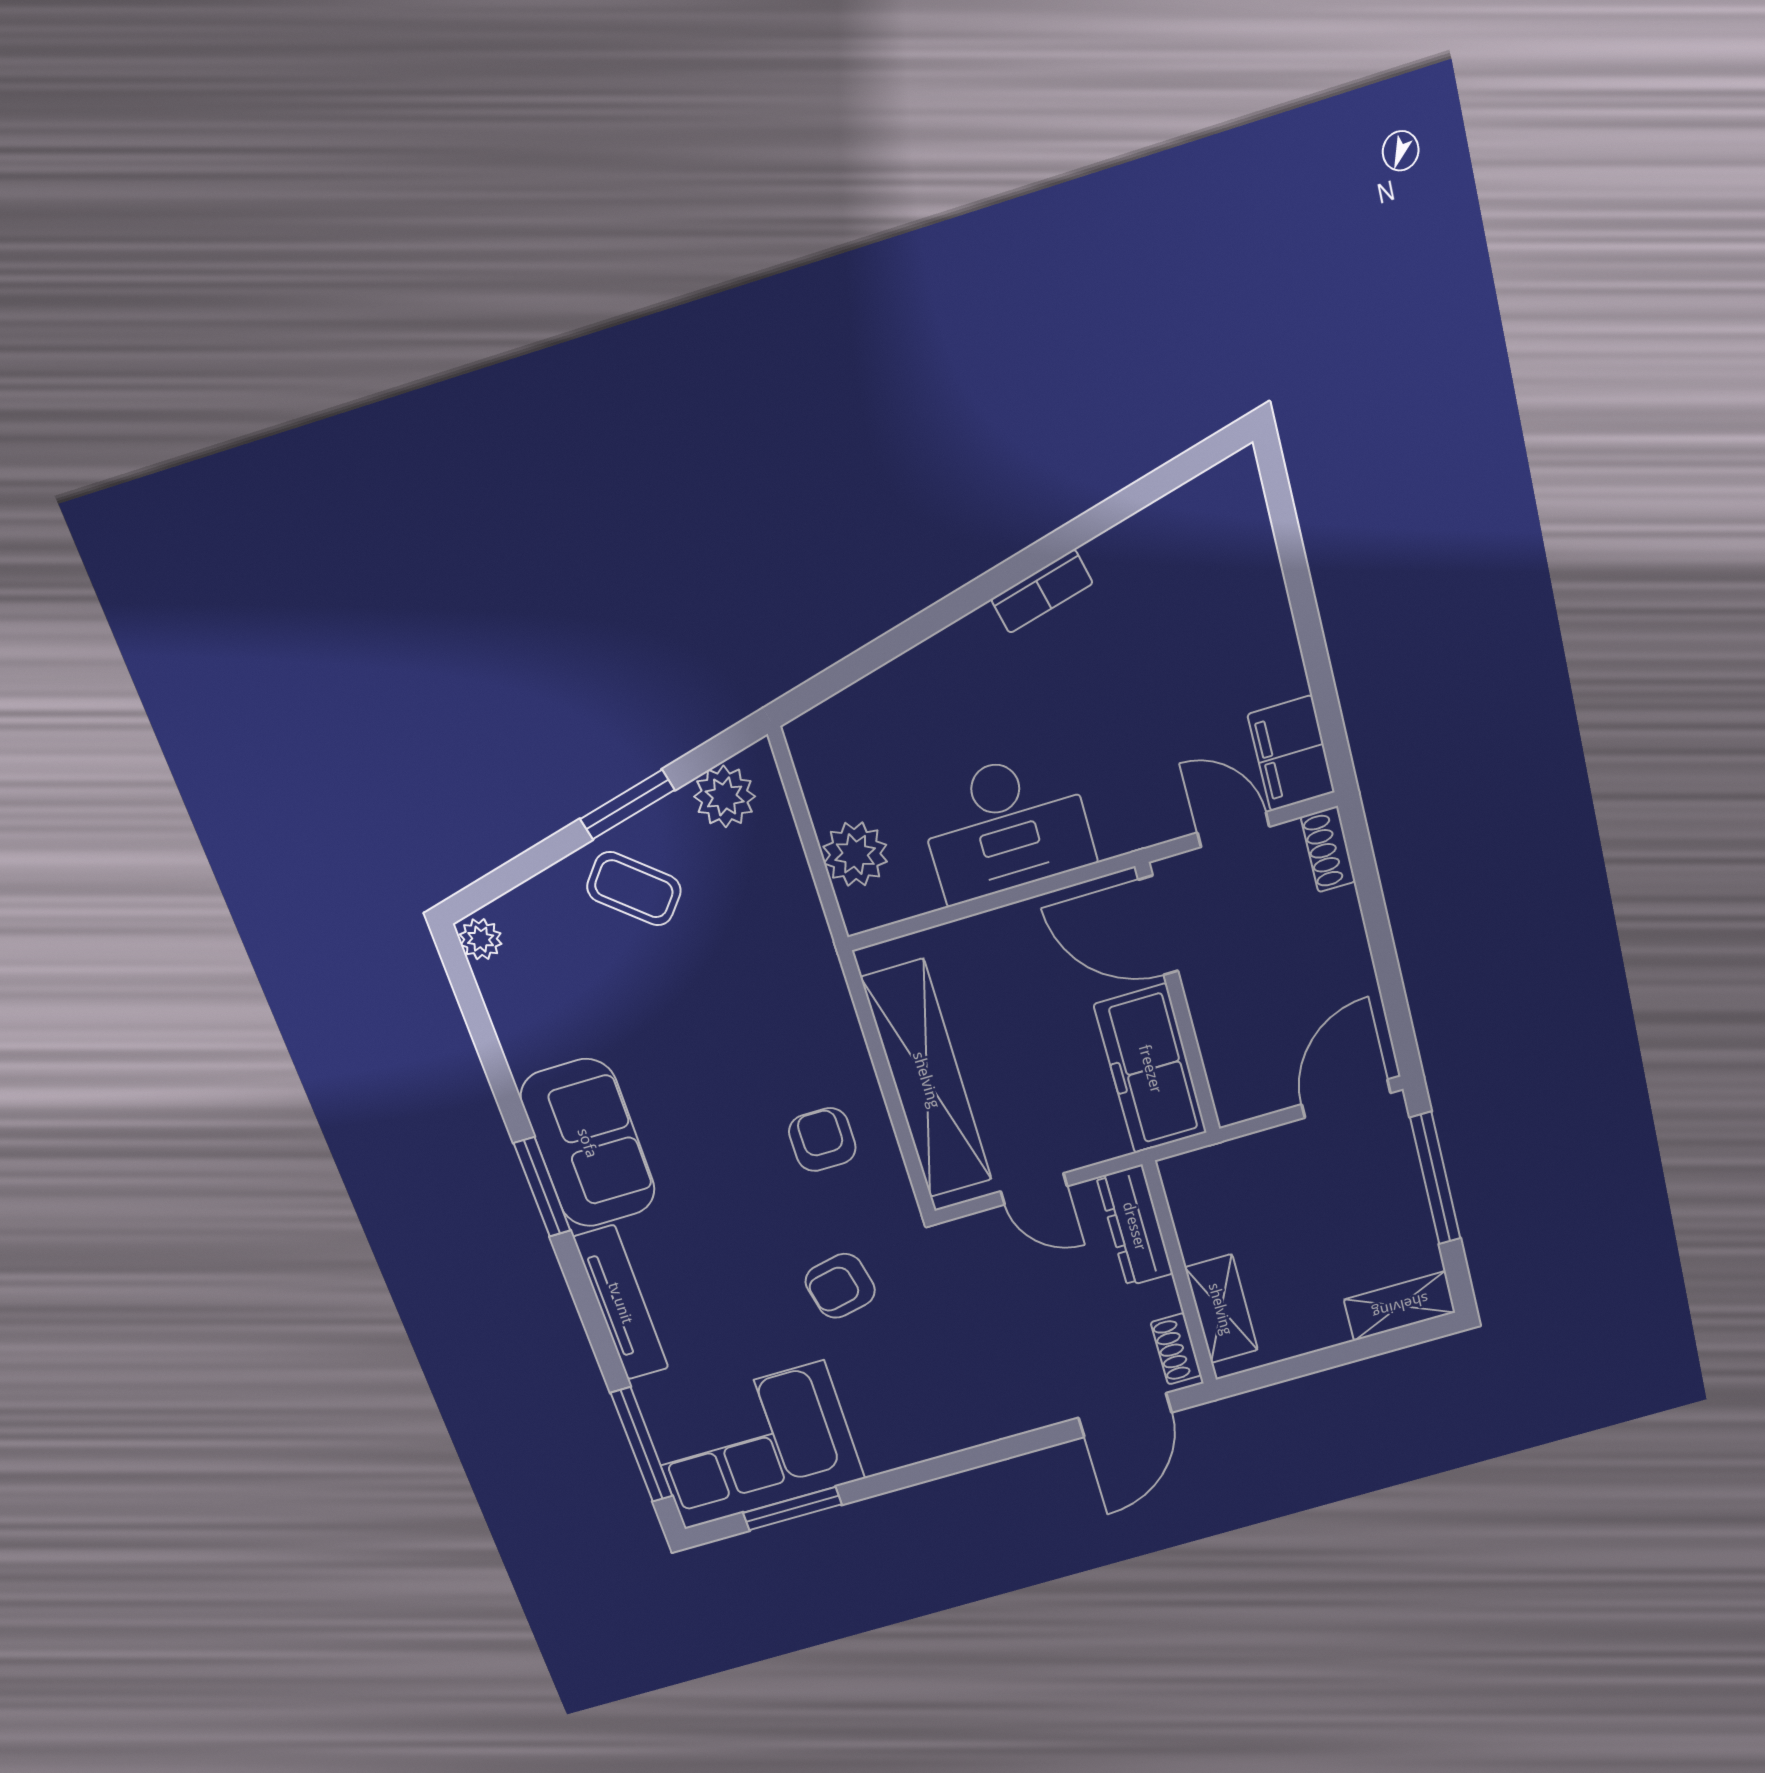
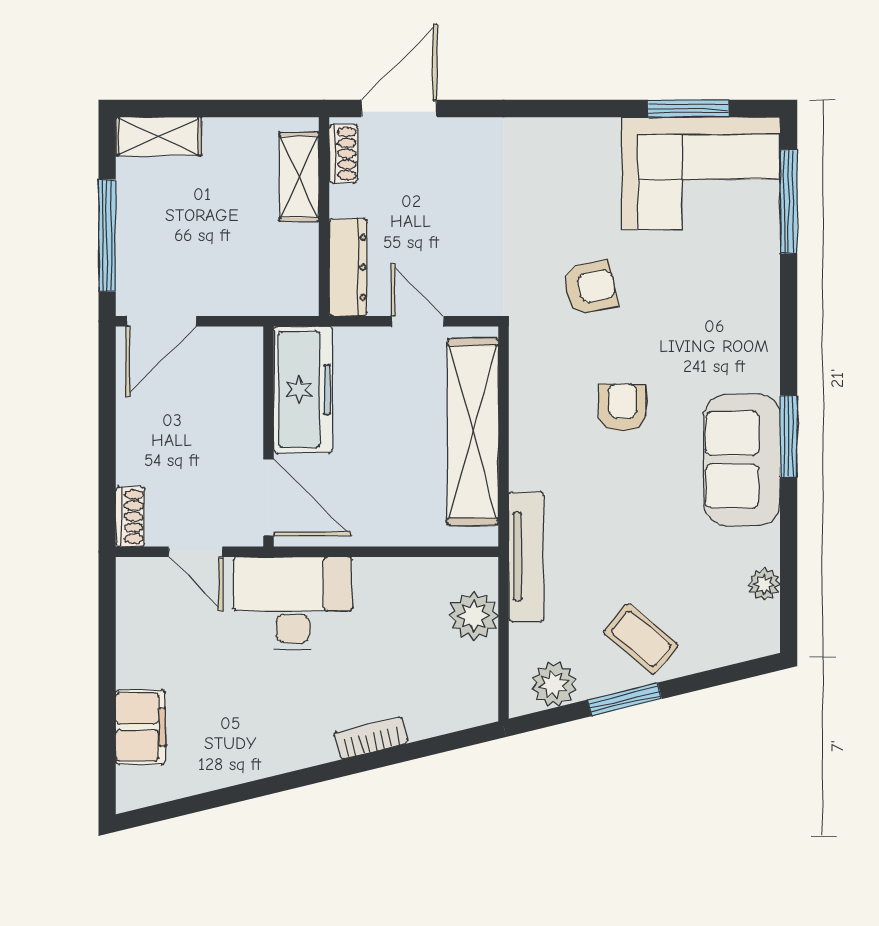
bookcase: (1042, 591) -> (371, 738), moved
filing cabinet: (1291, 753) -> (141, 727), moved
desk: (1006, 826) -> (293, 603), moved
plant: (481, 939) -> (764, 584), moved
armchair: (822, 1140) -> (623, 408), moved, turned 180
tv unit: (621, 1303) -> (526, 556), moved, turned 180

